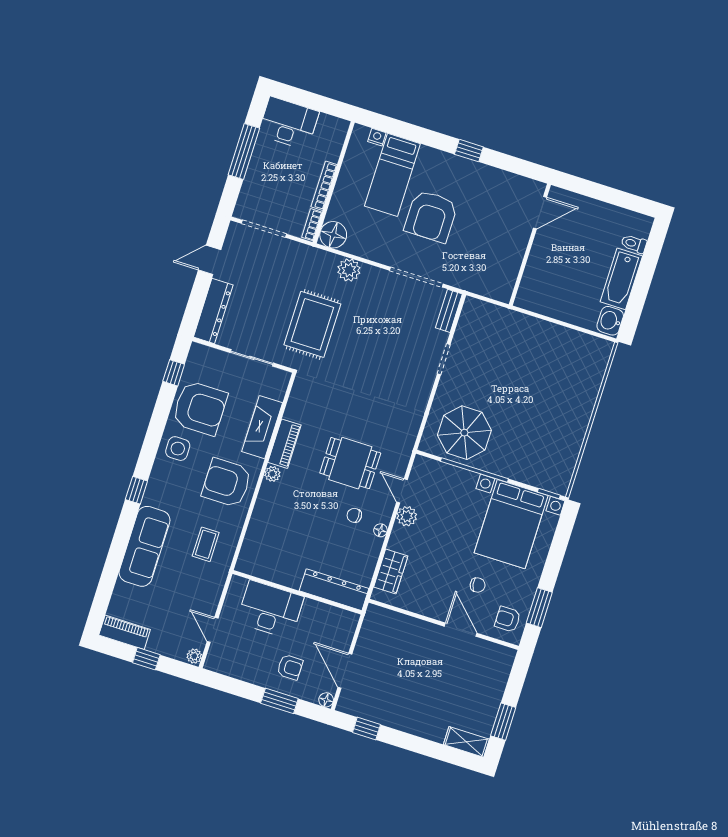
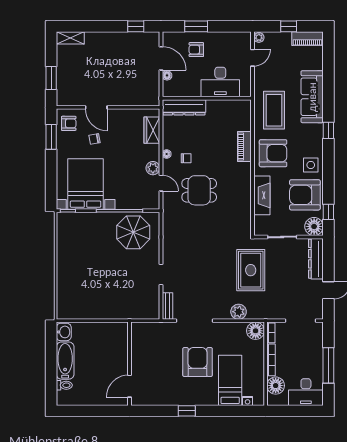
floor lamp: (329, 147) -> (276, 386), added
floor lamp: (201, 358) -> (314, 226), added
piano: (284, 444) -> (244, 146), moved
plant: (272, 474) -> (246, 168), removed
coffee table: (206, 544) -> (274, 110), width x1.86, depth x1.72
door: (213, 630) -> (253, 58), hinge flipped
floor lamp: (326, 700) -> (167, 75), moved
window: (503, 722) -> (51, 78), moved

